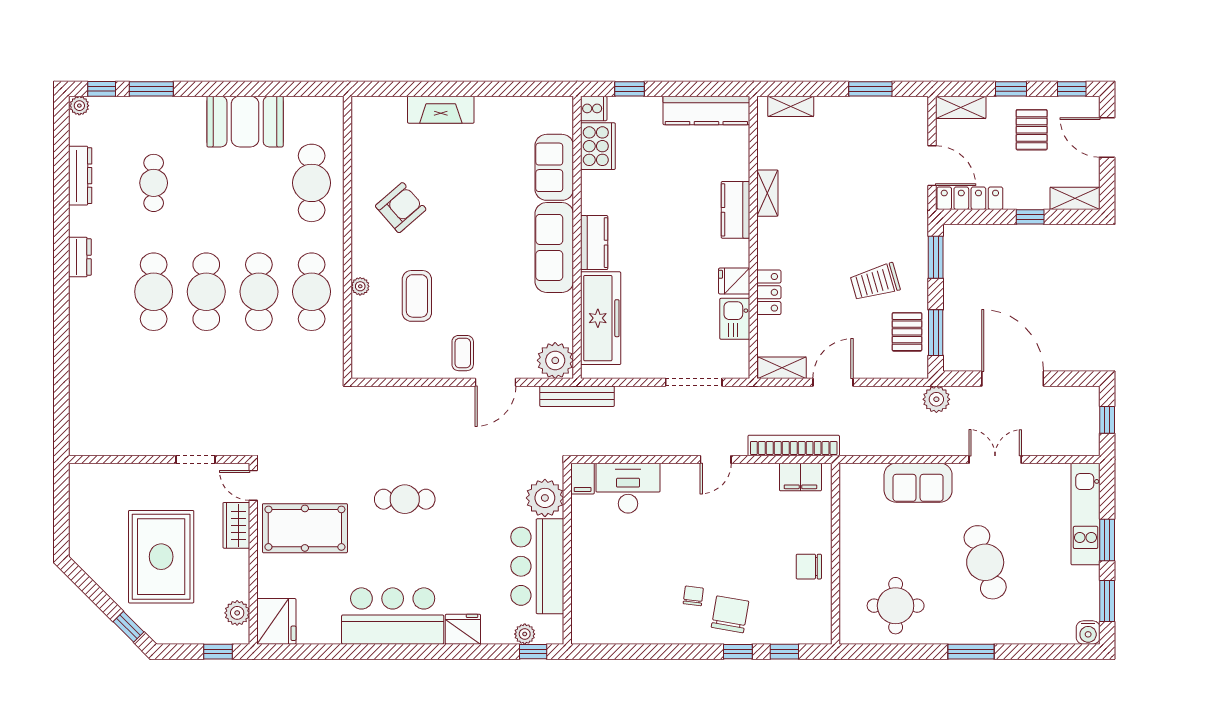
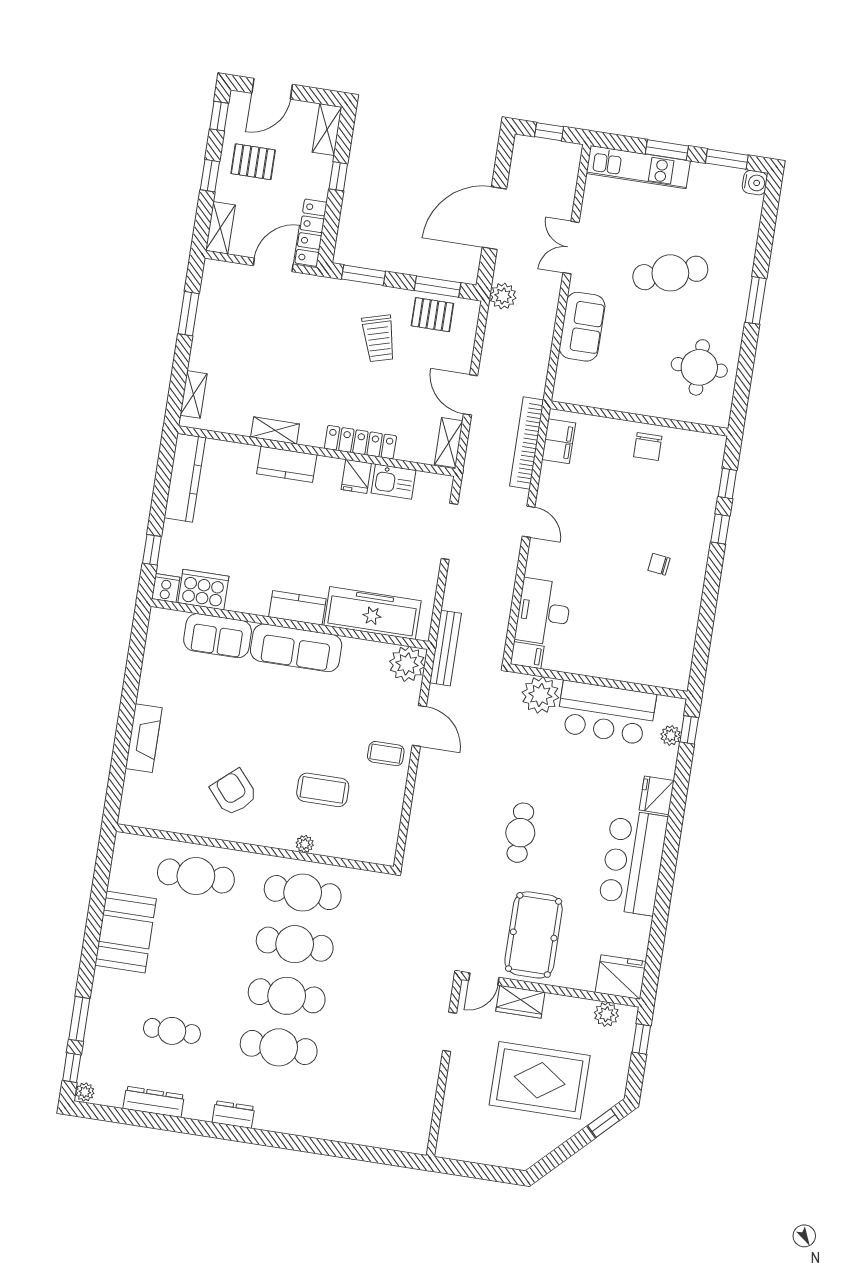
locker: (769, 292) -> (360, 442), width x1.53
chair: (730, 614) -> (683, 531), removed

